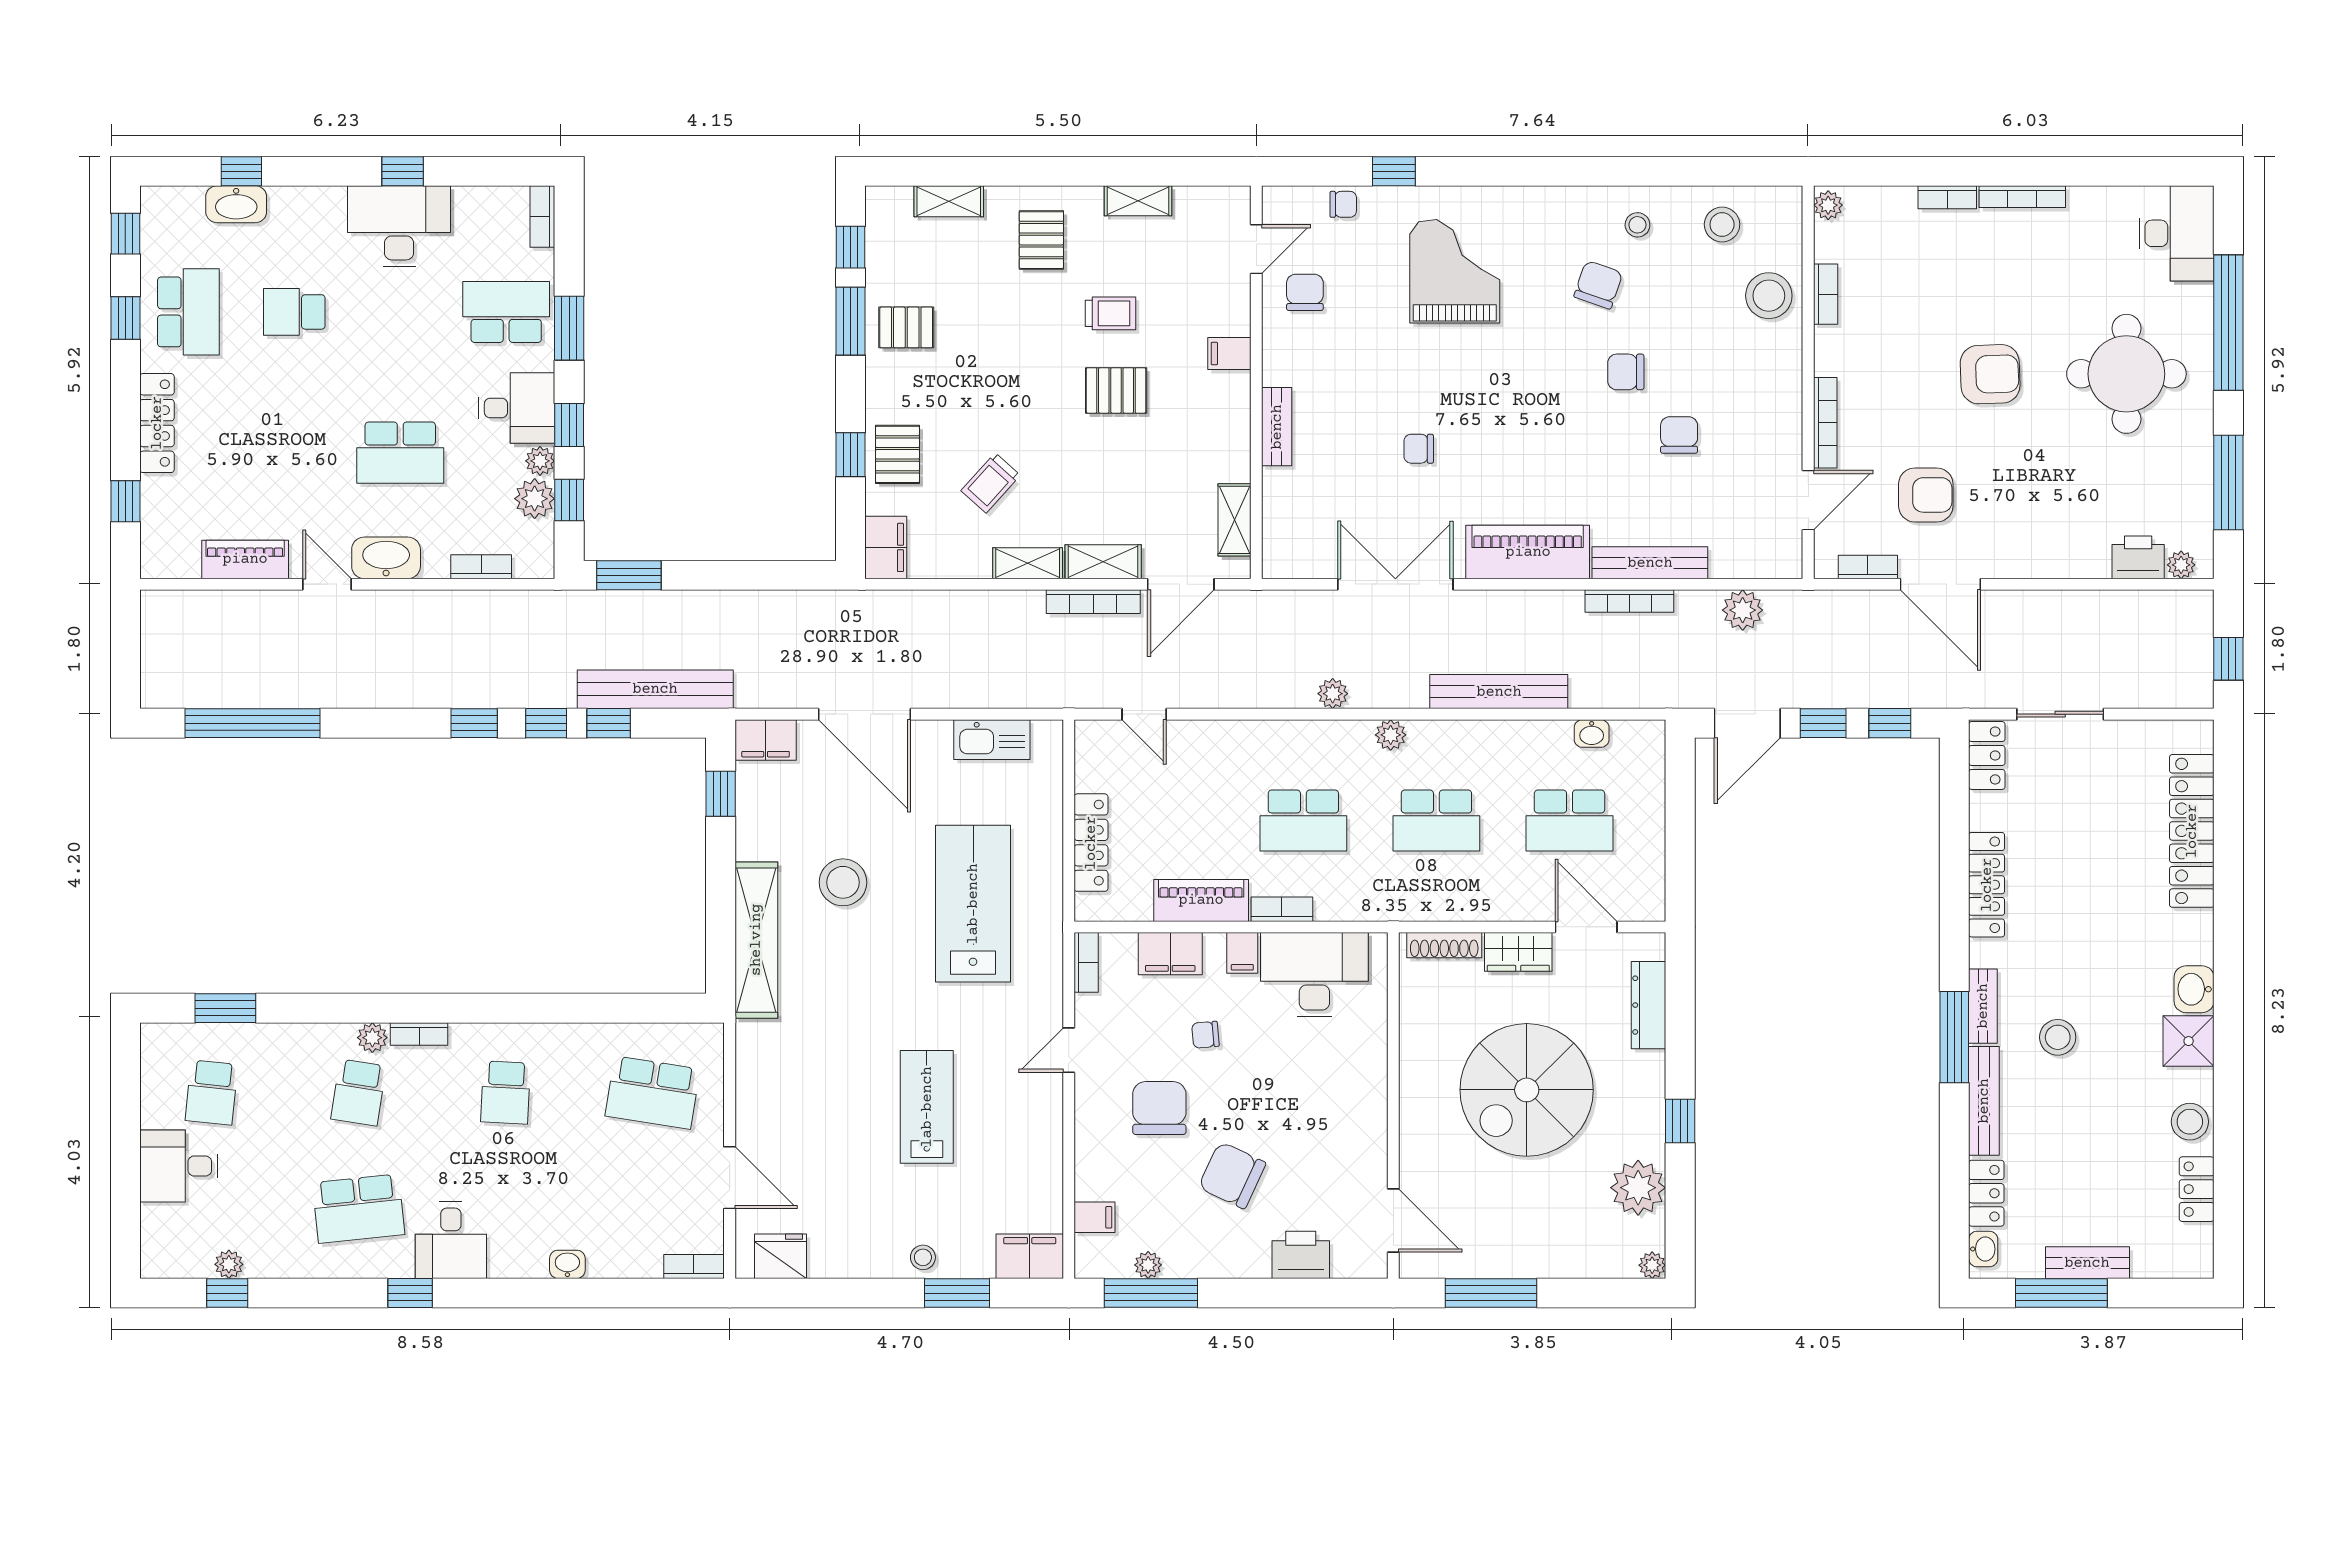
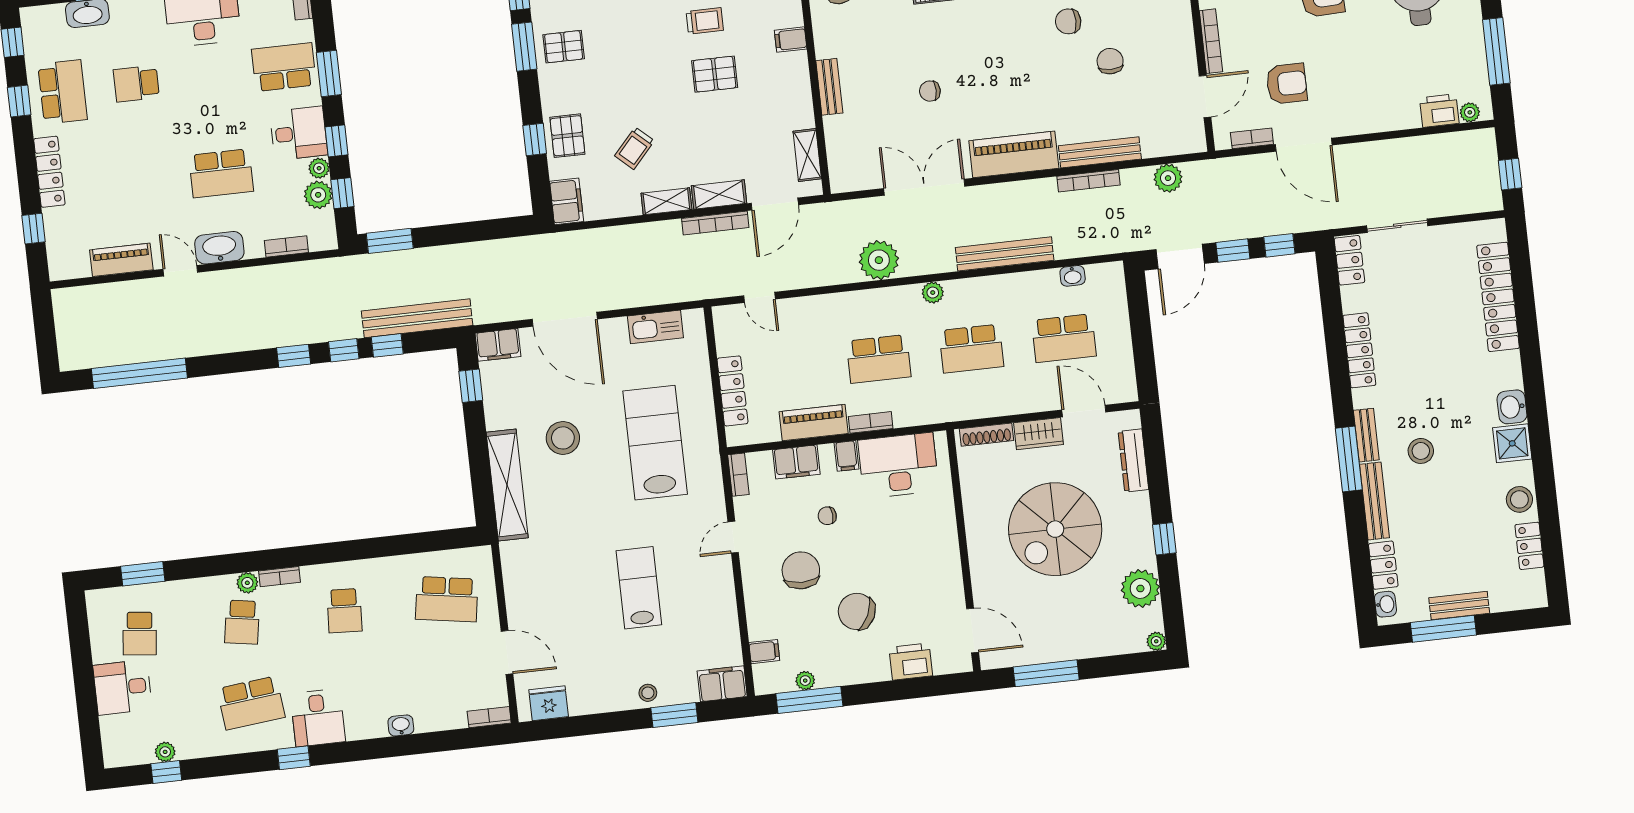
plant: (1333, 694) -> (879, 260), width x1.87, depth x1.87

